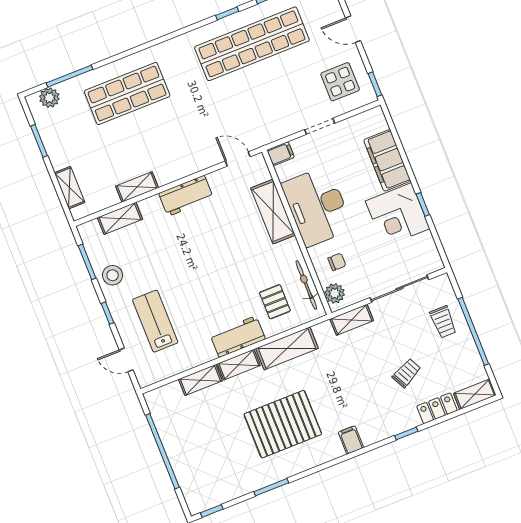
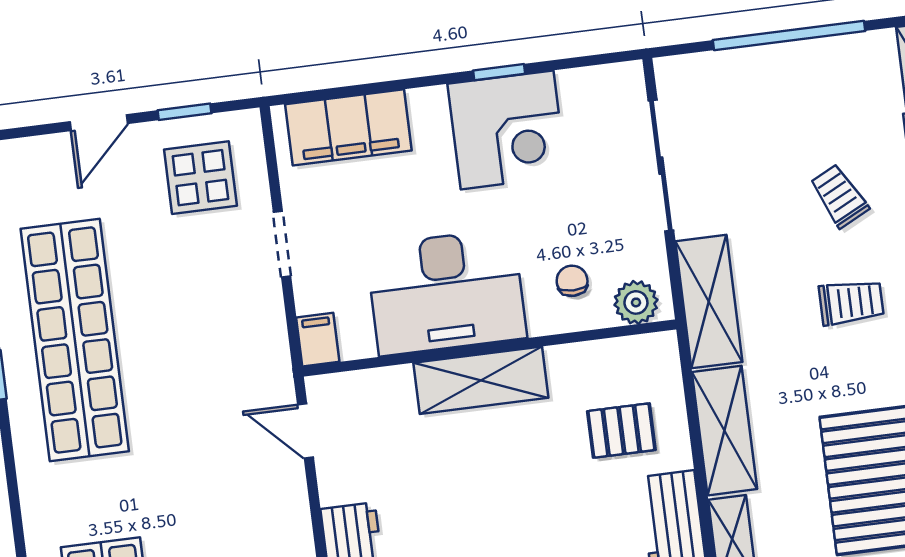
window: (375, 84) -> (185, 112), moved
door: (238, 159) -> (306, 431), hinge flipped
filing cabinet: (387, 160) -> (348, 127), moved
shelving: (273, 212) -> (481, 380), moved
bicycle: (306, 285) -> (603, 357), removed
shelving: (352, 320) -> (709, 302), width x1.50, depth x1.33
trolley: (443, 322) -> (851, 302), moved

